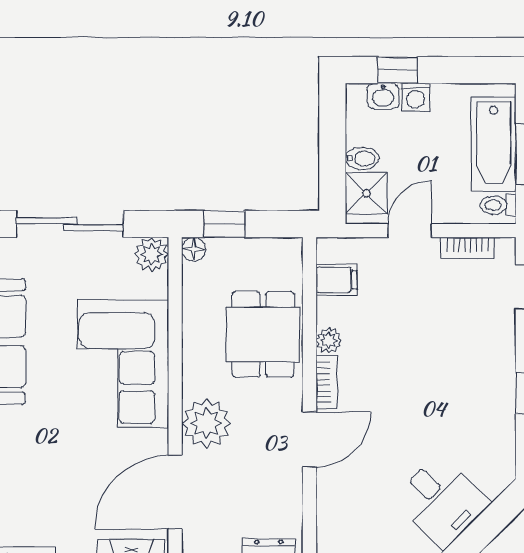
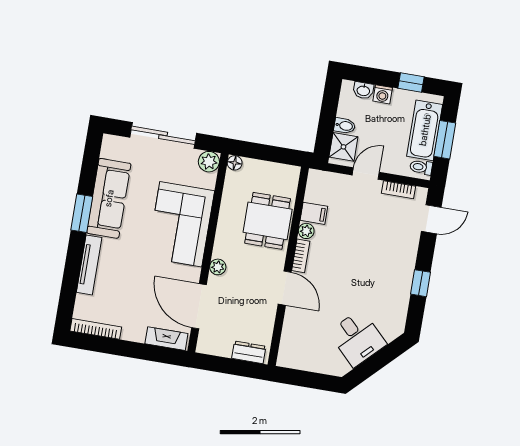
window: (397, 70) -> (411, 83), moved
window: (224, 224) -> (256, 151), removed
filing cabinet: (336, 280) -> (314, 213), moved
plant: (206, 423) -> (218, 267), width x0.53, depth x0.53
door: (309, 439) -> (285, 288), hinge flipped
door: (175, 492) -> (199, 306), hinge flipped

